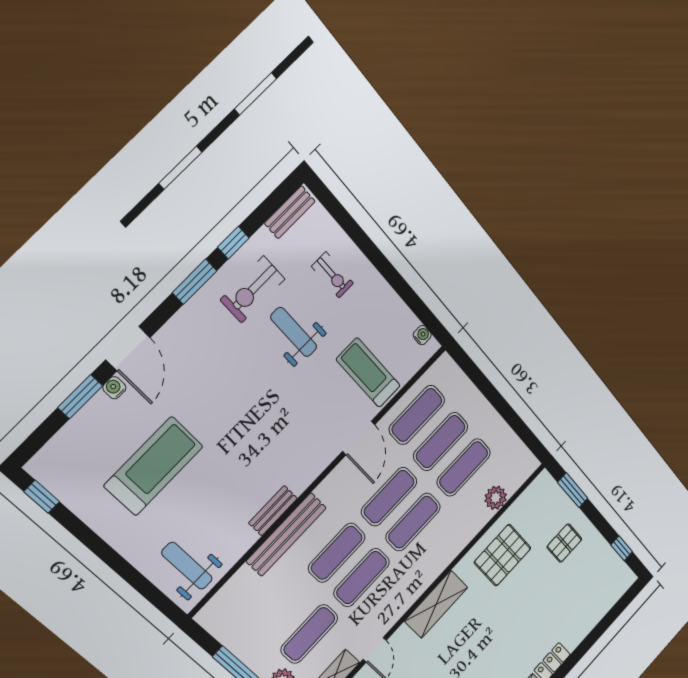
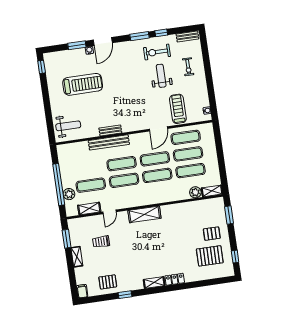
shelving: (521, 473) -> (212, 191), added
pallet: (503, 555) -> (210, 256), moved
weight bench: (187, 566) -> (68, 126), turned 90

